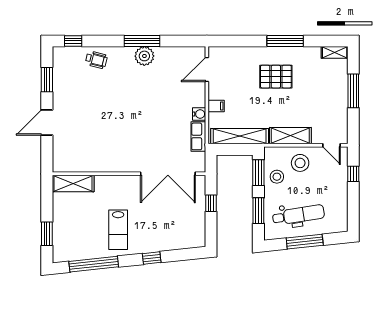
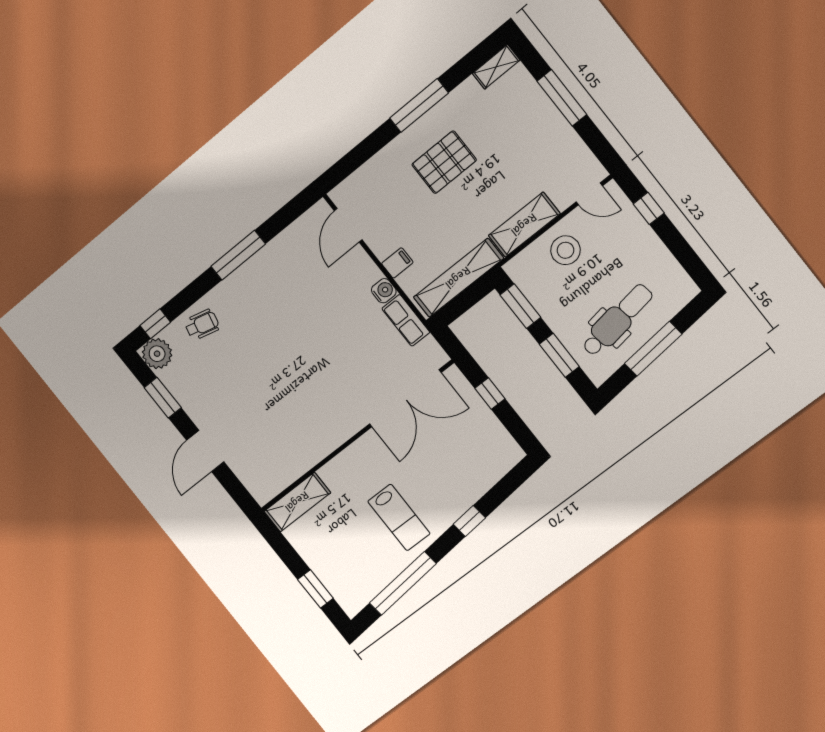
plant: (144, 56) -> (157, 354), moved
stool: (277, 177) -> (549, 292), removed

